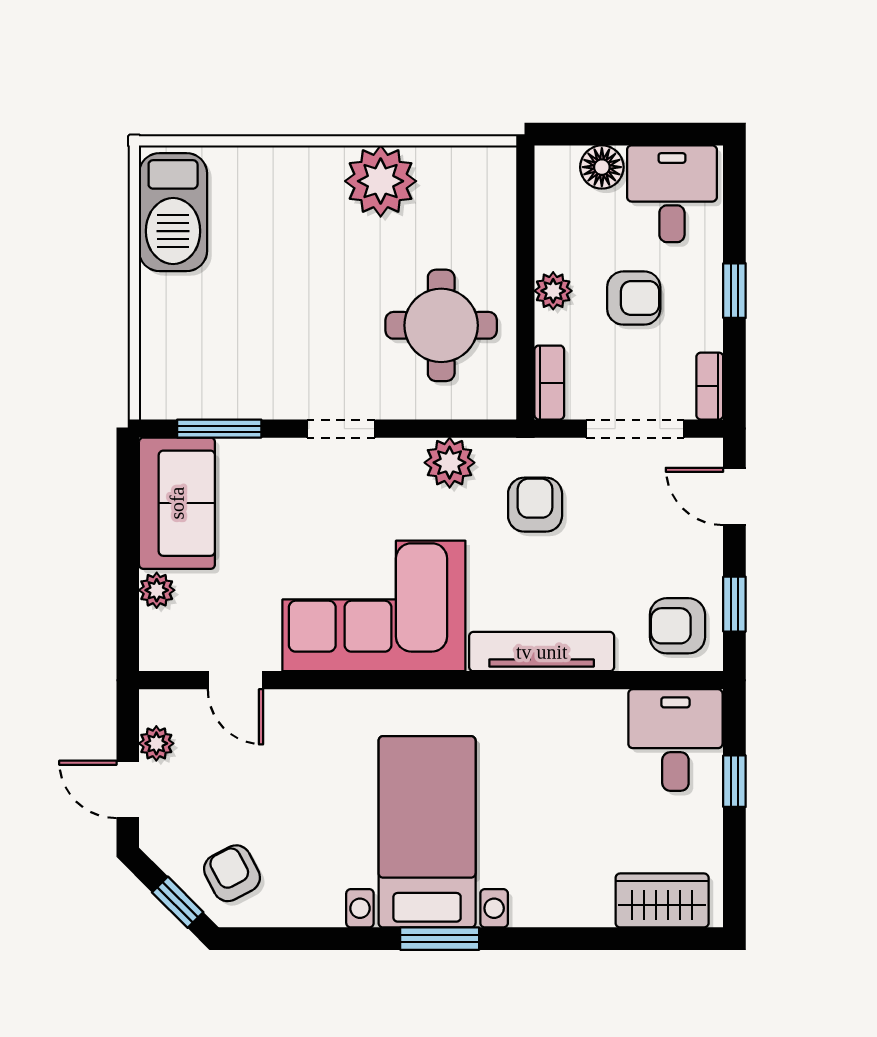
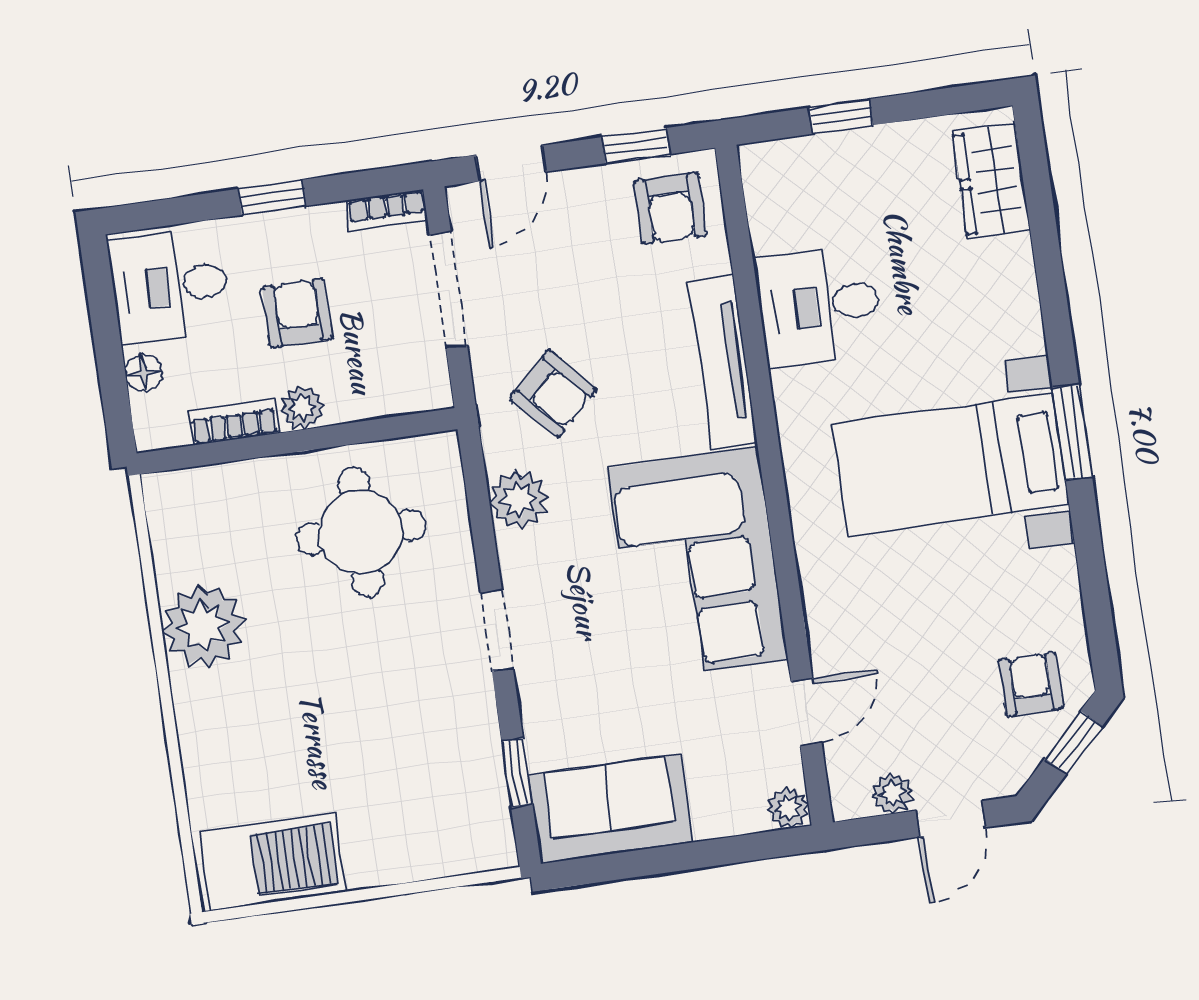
floor lamp: (602, 167) -> (144, 373), width x0.73, depth x0.73
bookcase: (549, 383) -> (234, 422), moved
window: (219, 429) -> (517, 772), width x0.67
armchair: (535, 505) -> (553, 393), turned -133
plant: (157, 590) -> (788, 808), moved
desk: (675, 740) -> (819, 306), moved
armchair: (232, 873) -> (1031, 684), turned 118

